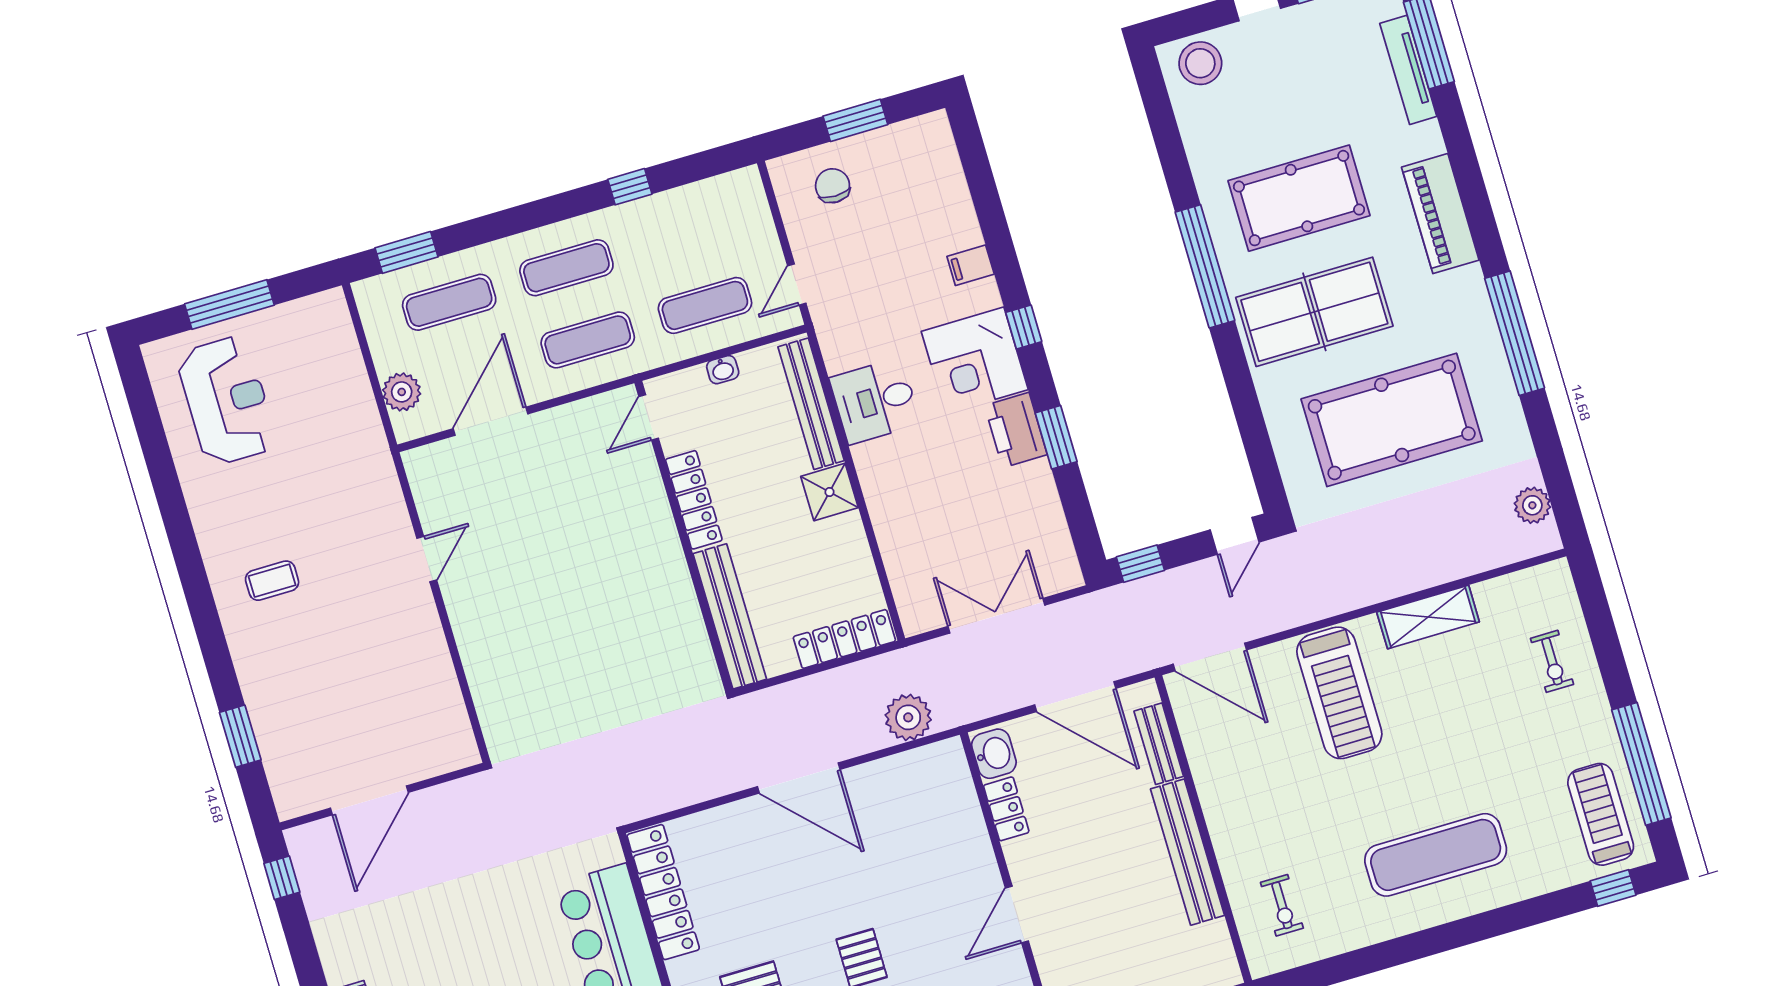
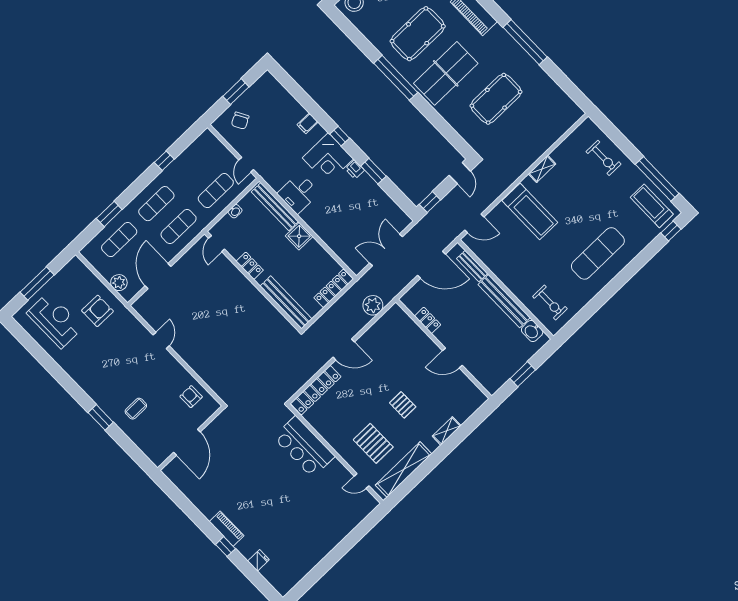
chair: (833, 186) -> (240, 121), turned -118
window: (407, 252) -> (109, 214), moved
pool table: (1392, 420) -> (496, 99), width x0.73, depth x0.76
armchair: (326, 428) -> (97, 311), added
printer: (1016, 430) -> (355, 170), width x0.53, depth x0.68
locker: (694, 500) -> (250, 266), width x0.66
plant: (1532, 505) -> (566, 103), removed
coffee table: (272, 581) -> (136, 409), moved
shelving: (1428, 617) -> (542, 169), width x0.67, depth x0.75
door: (1210, 657) -> (474, 223), width x0.73
exercise bike: (1552, 661) -> (604, 158), width x1.38, depth x1.39
armchair: (428, 710) -> (191, 397), added
window: (240, 736) -> (101, 417), moved
washbasin: (994, 754) -> (532, 331), moved, turned 180
door: (799, 778) -> (344, 350), width x0.73
window: (282, 878) -> (169, 488), removed
locker: (663, 892) -> (316, 390), moved, turned 90
exercise bike: (1282, 905) -> (550, 303), width x1.38, depth x1.39
door: (1017, 914) -> (452, 358), hinge flipped

